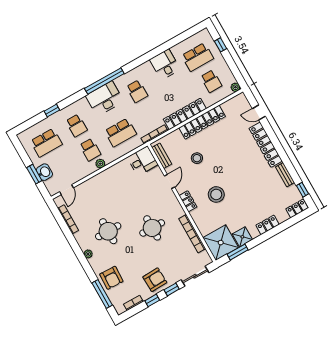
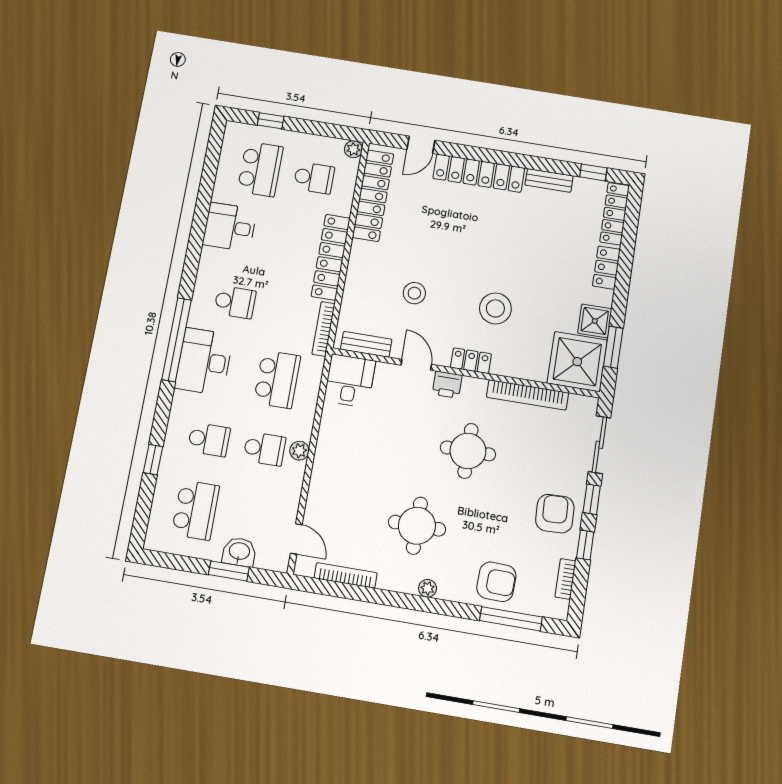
locker: (202, 122) -> (373, 196), moved
printer: (171, 200) -> (447, 385), added
locker: (297, 208) -> (615, 214), width x1.53

